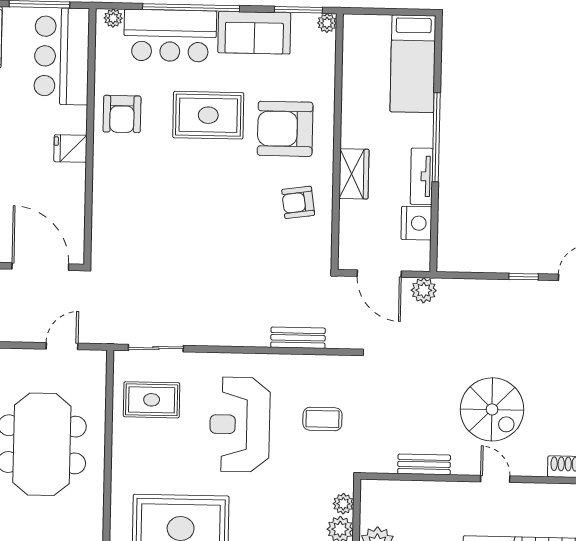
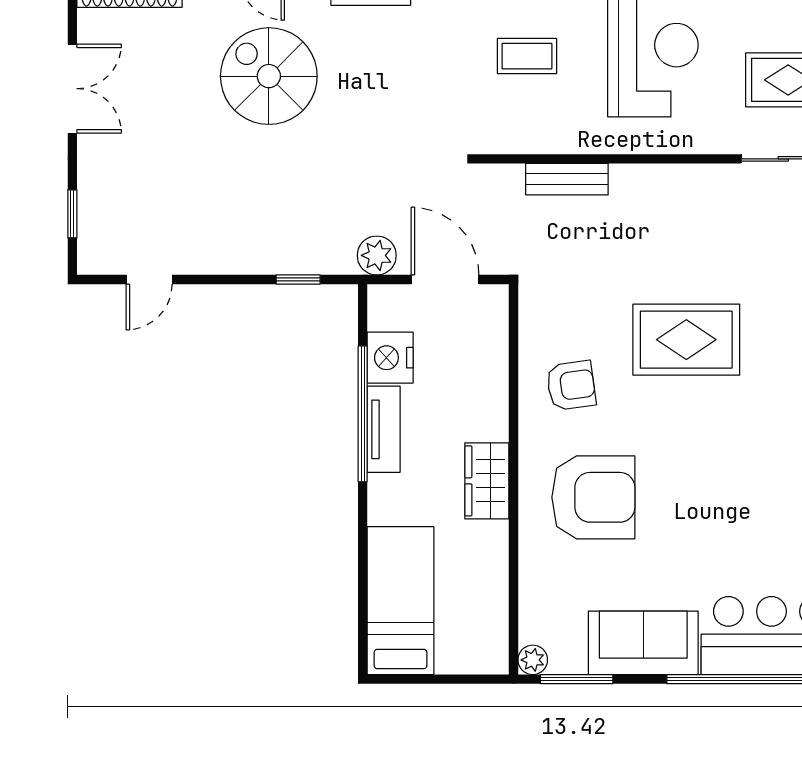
rug: (208, 115) -> (686, 340), moved
window: (436, 137) -> (363, 414), moved
wardrobe: (354, 174) -> (487, 481), moved
window: (524, 277) -> (298, 279), moved

